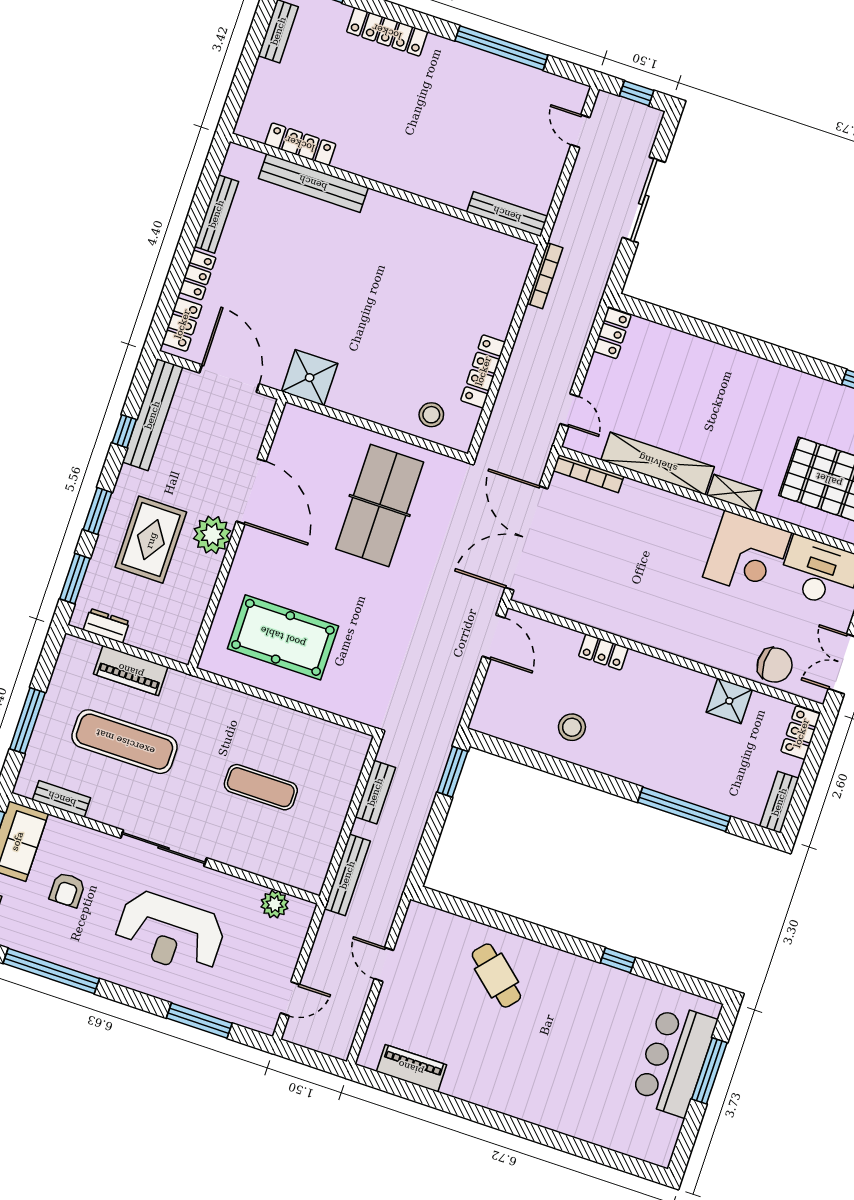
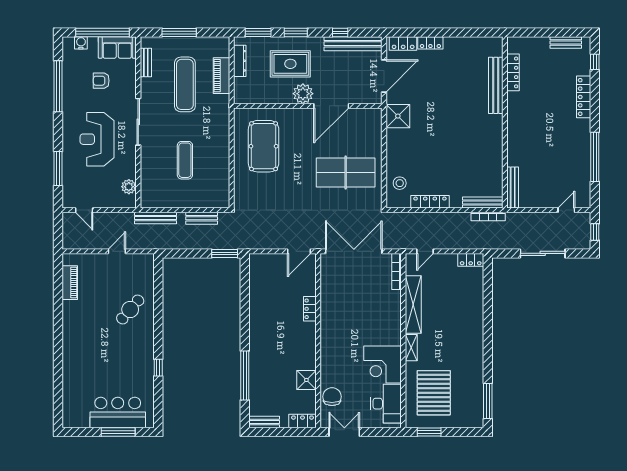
bench: (216, 214) -> (483, 203), moved
dresser: (106, 626) -> (240, 61), width x1.44
chair: (775, 665) -> (332, 397), turned 180
stool: (572, 727) -> (267, 306), removed

